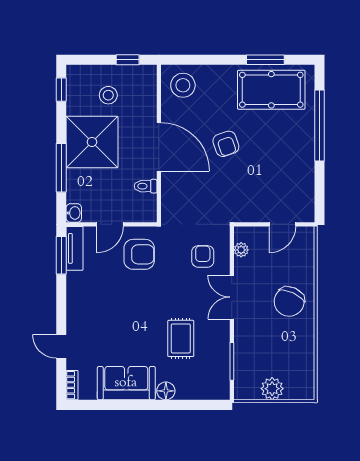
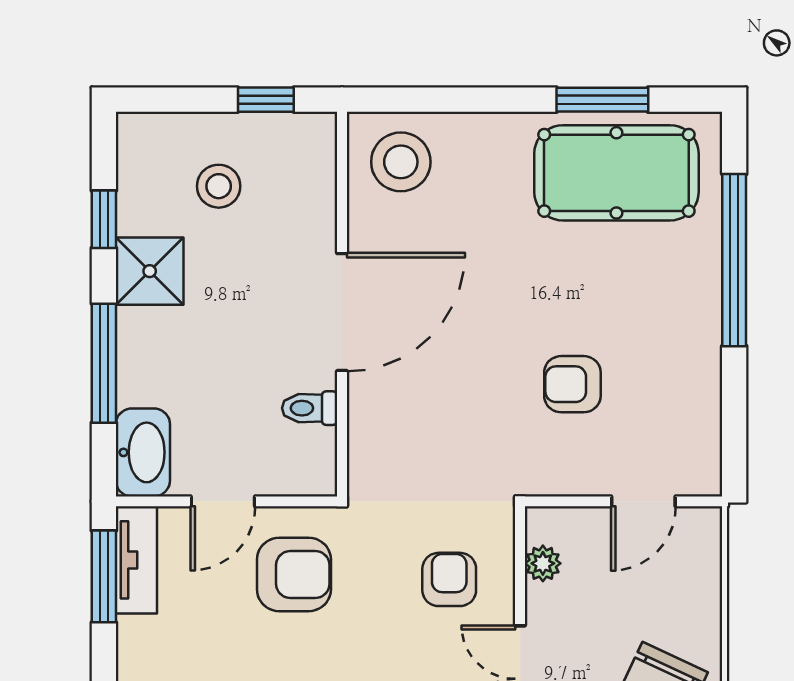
window: (61, 90) -> (104, 219), moved
shower: (92, 142) -> (150, 271), width x0.54, depth x0.54
armchair: (226, 144) -> (572, 384), moved, turned 109
door: (159, 147) -> (342, 312), hinge flipped
washbasin: (74, 213) -> (143, 452), width x1.91, depth x1.45

